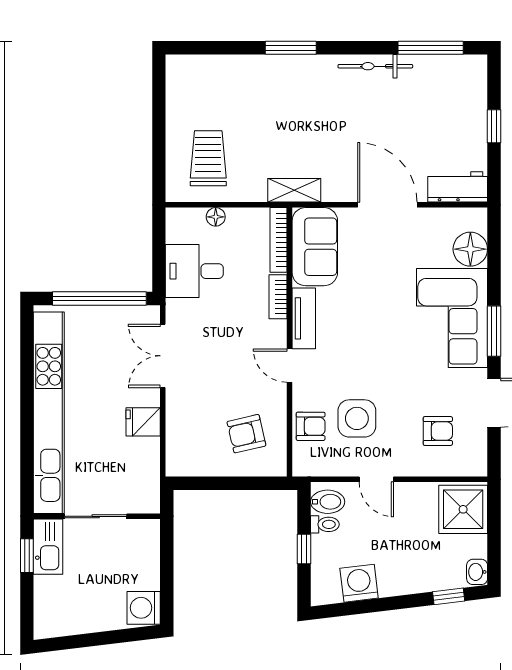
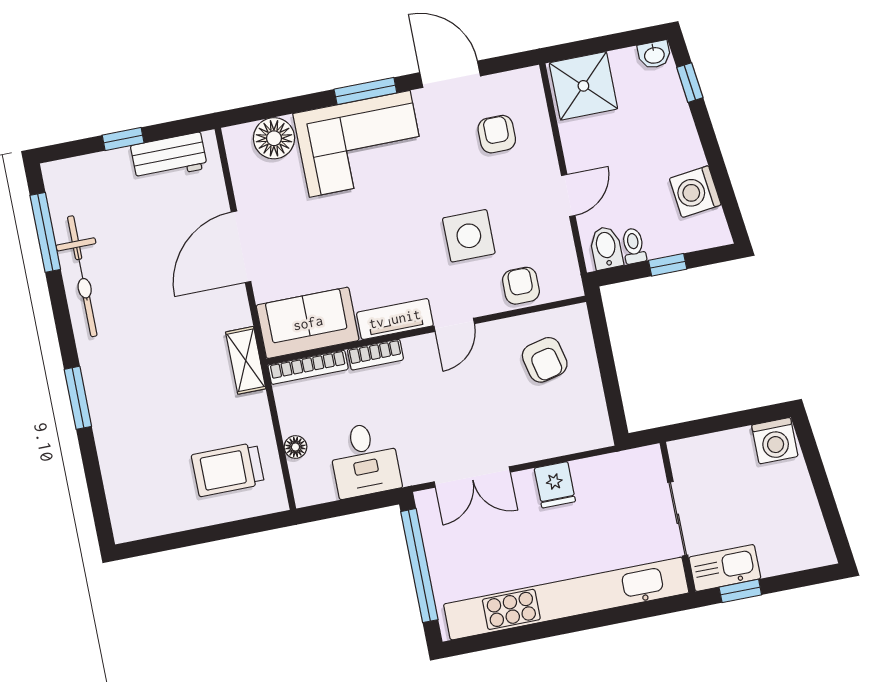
bicycle: (375, 66) -> (82, 276), width x1.37, depth x1.40
workbench: (458, 187) -> (169, 157), moved, turned -90
side table: (357, 418) -> (469, 236), moved

